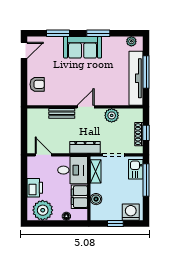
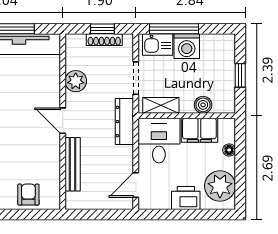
bench: (62, 113) -> (73, 164), width x1.36
washing machine: (131, 212) -> (187, 46), moved, turned -90

